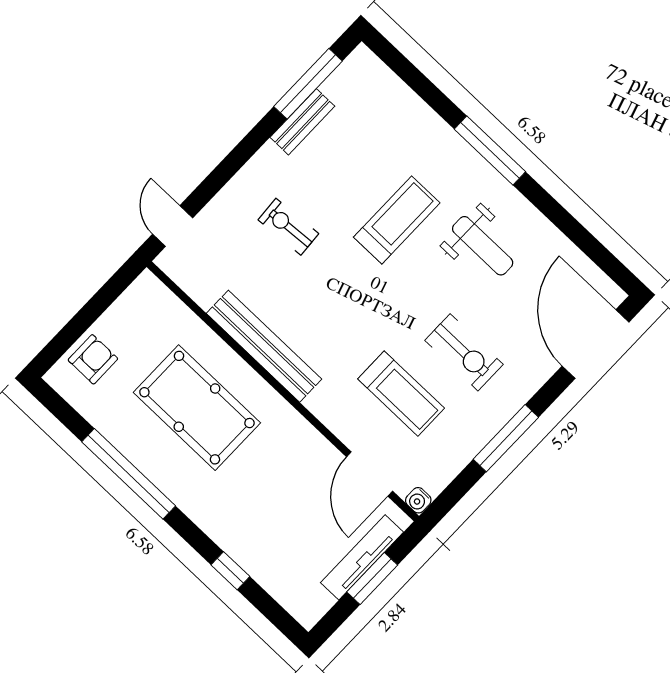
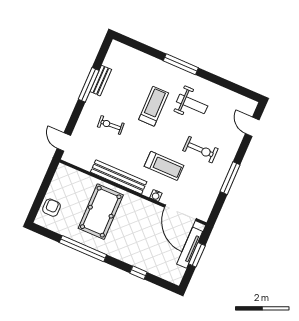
window: (308, 84) -> (89, 85), moved
door: (595, 344) -> (252, 127), width x0.53
treadmill: (401, 394) -> (164, 166), moved
pool table: (197, 408) -> (101, 212), turned 90
door: (370, 474) -> (180, 213), width x1.36
water cooler: (418, 500) -> (156, 195), moved

